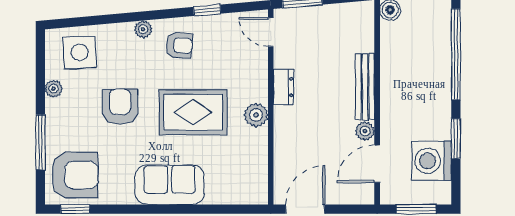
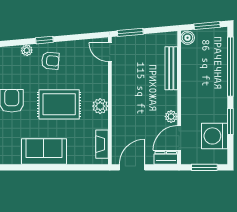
window: (207, 10) -> (44, 40), moved
dresser: (283, 87) -> (166, 158), moved, turned -90
bench: (365, 87) -> (171, 68), moved
fireplace: (259, 173) -> (102, 144), added

